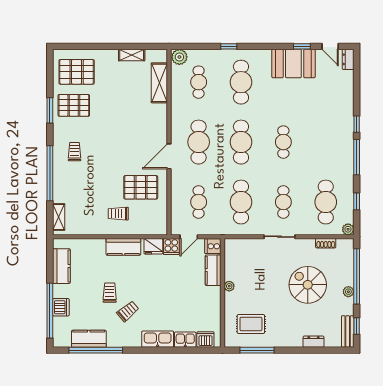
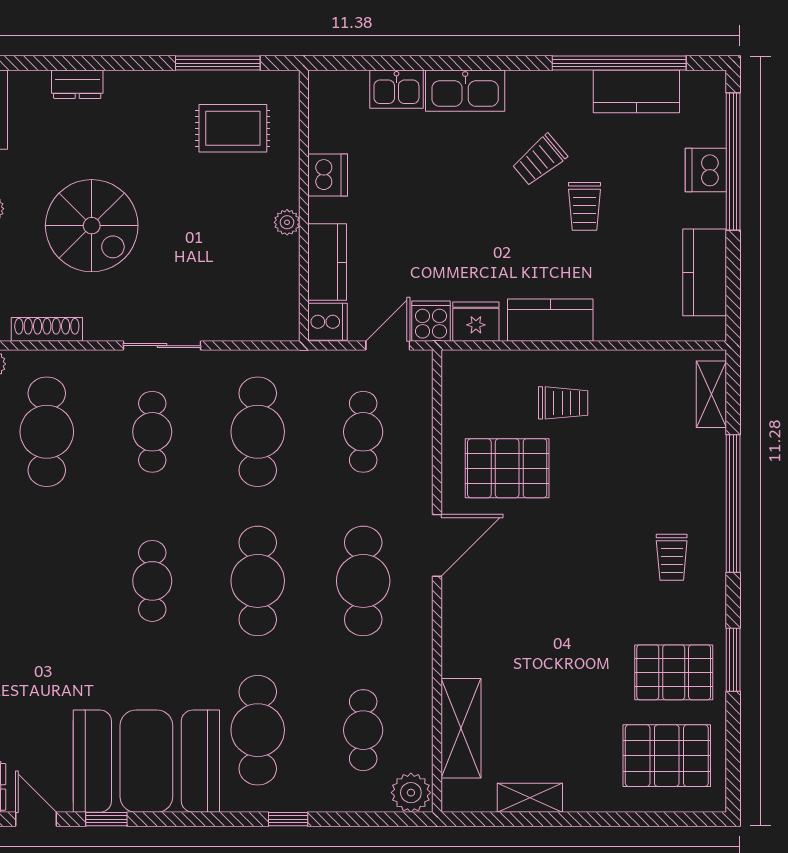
booth: (293, 64) -> (146, 761), width x1.36, depth x1.42
shoe rack: (326, 243) -> (47, 329), width x1.43
dishwasher: (205, 340) -> (328, 175), moved, turned -90

